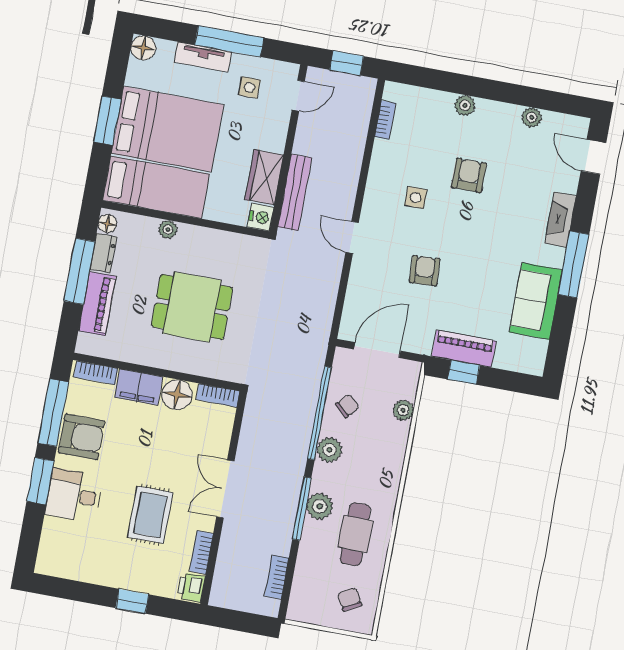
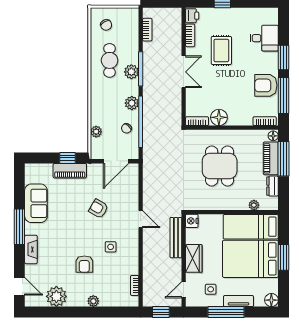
plant: (532, 117) -> (56, 296), width x1.87, depth x1.87
wardrobe: (264, 177) -> (194, 258), moved
floor lamp: (107, 224) -> (273, 136), moved
plant: (168, 230) -> (254, 205), moved
window: (79, 271) -> (284, 159), moved
armchair: (425, 271) -> (99, 209), turned 123
dining table: (192, 307) -> (220, 166), turned 90
filing cabinet: (139, 387) -> (240, 118), removed
desk: (74, 495) -> (264, 38), moved

